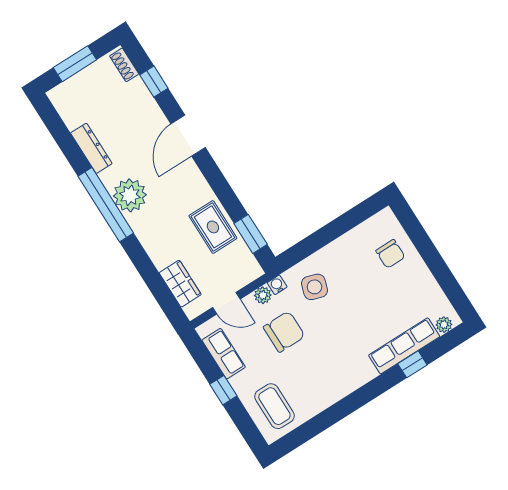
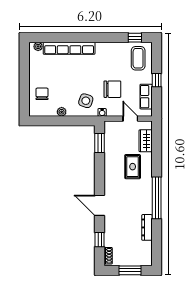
door: (188, 136) -> (100, 205), swing flipped
plant: (130, 195) -> (143, 195), removed
rug: (213, 227) -> (133, 167), moved
plant: (263, 295) -> (62, 112), moved
chair: (284, 332) -> (112, 89), turned 180
row of seats: (404, 346) -> (69, 48), width x1.36
window: (412, 364) -> (135, 38), moved

